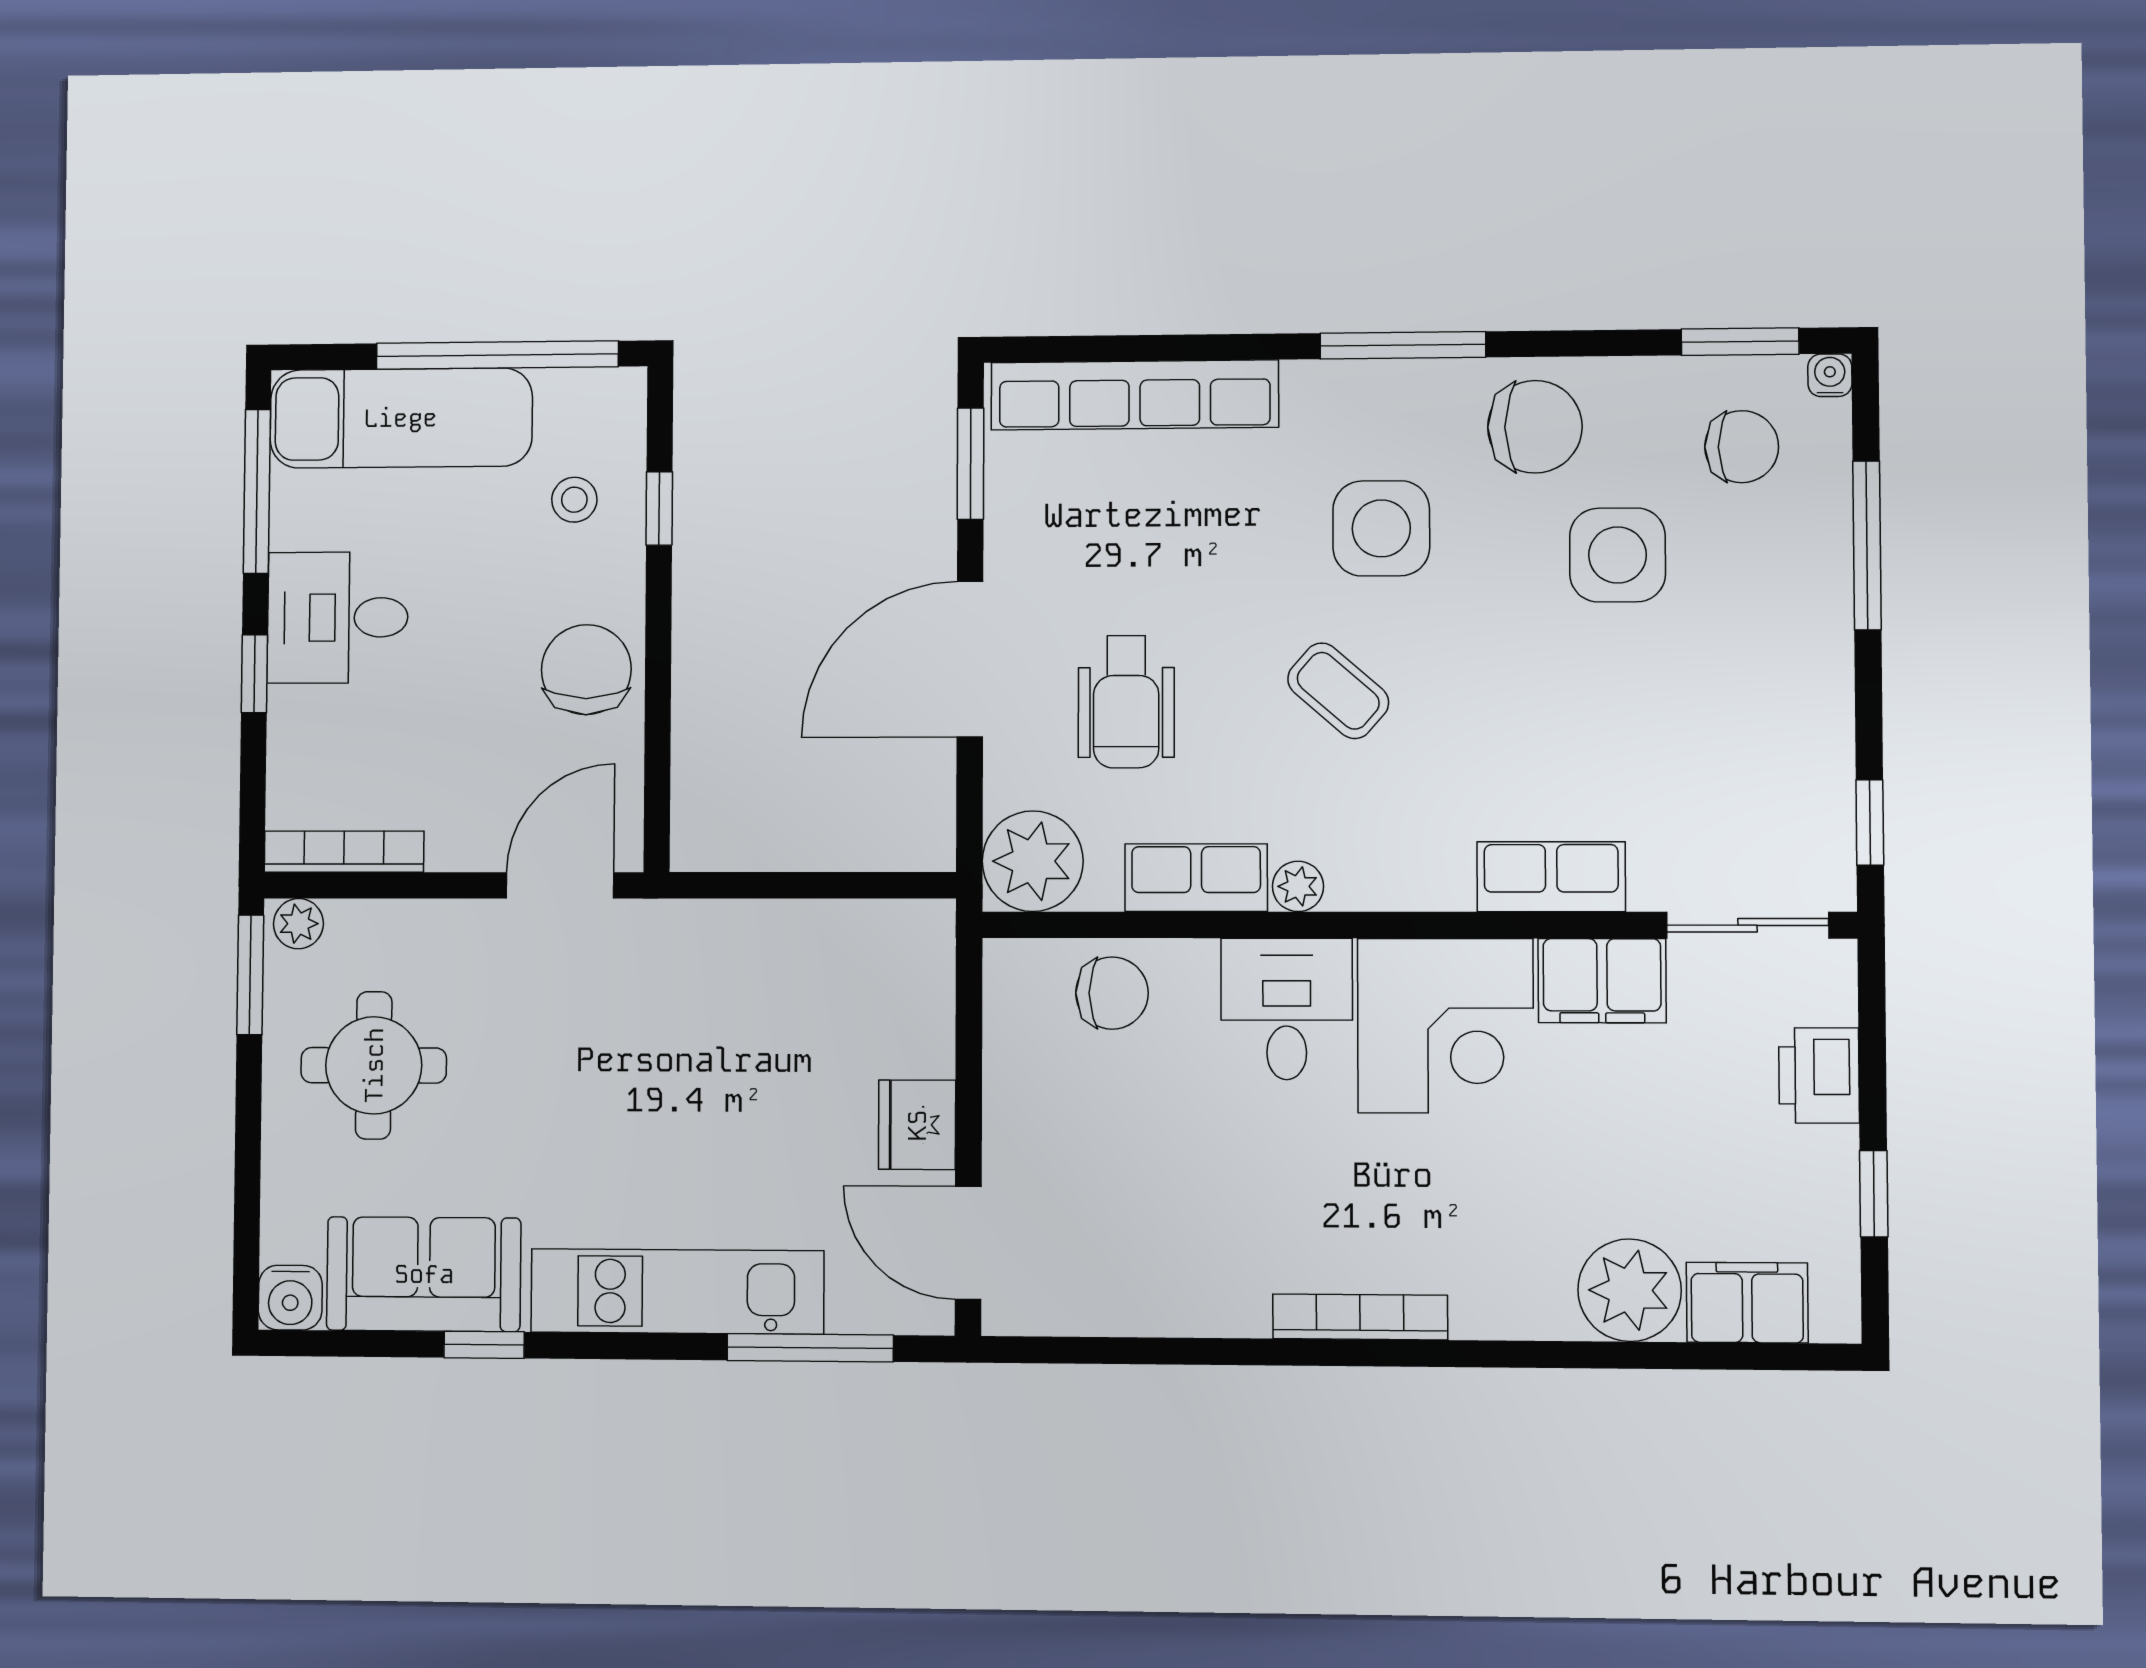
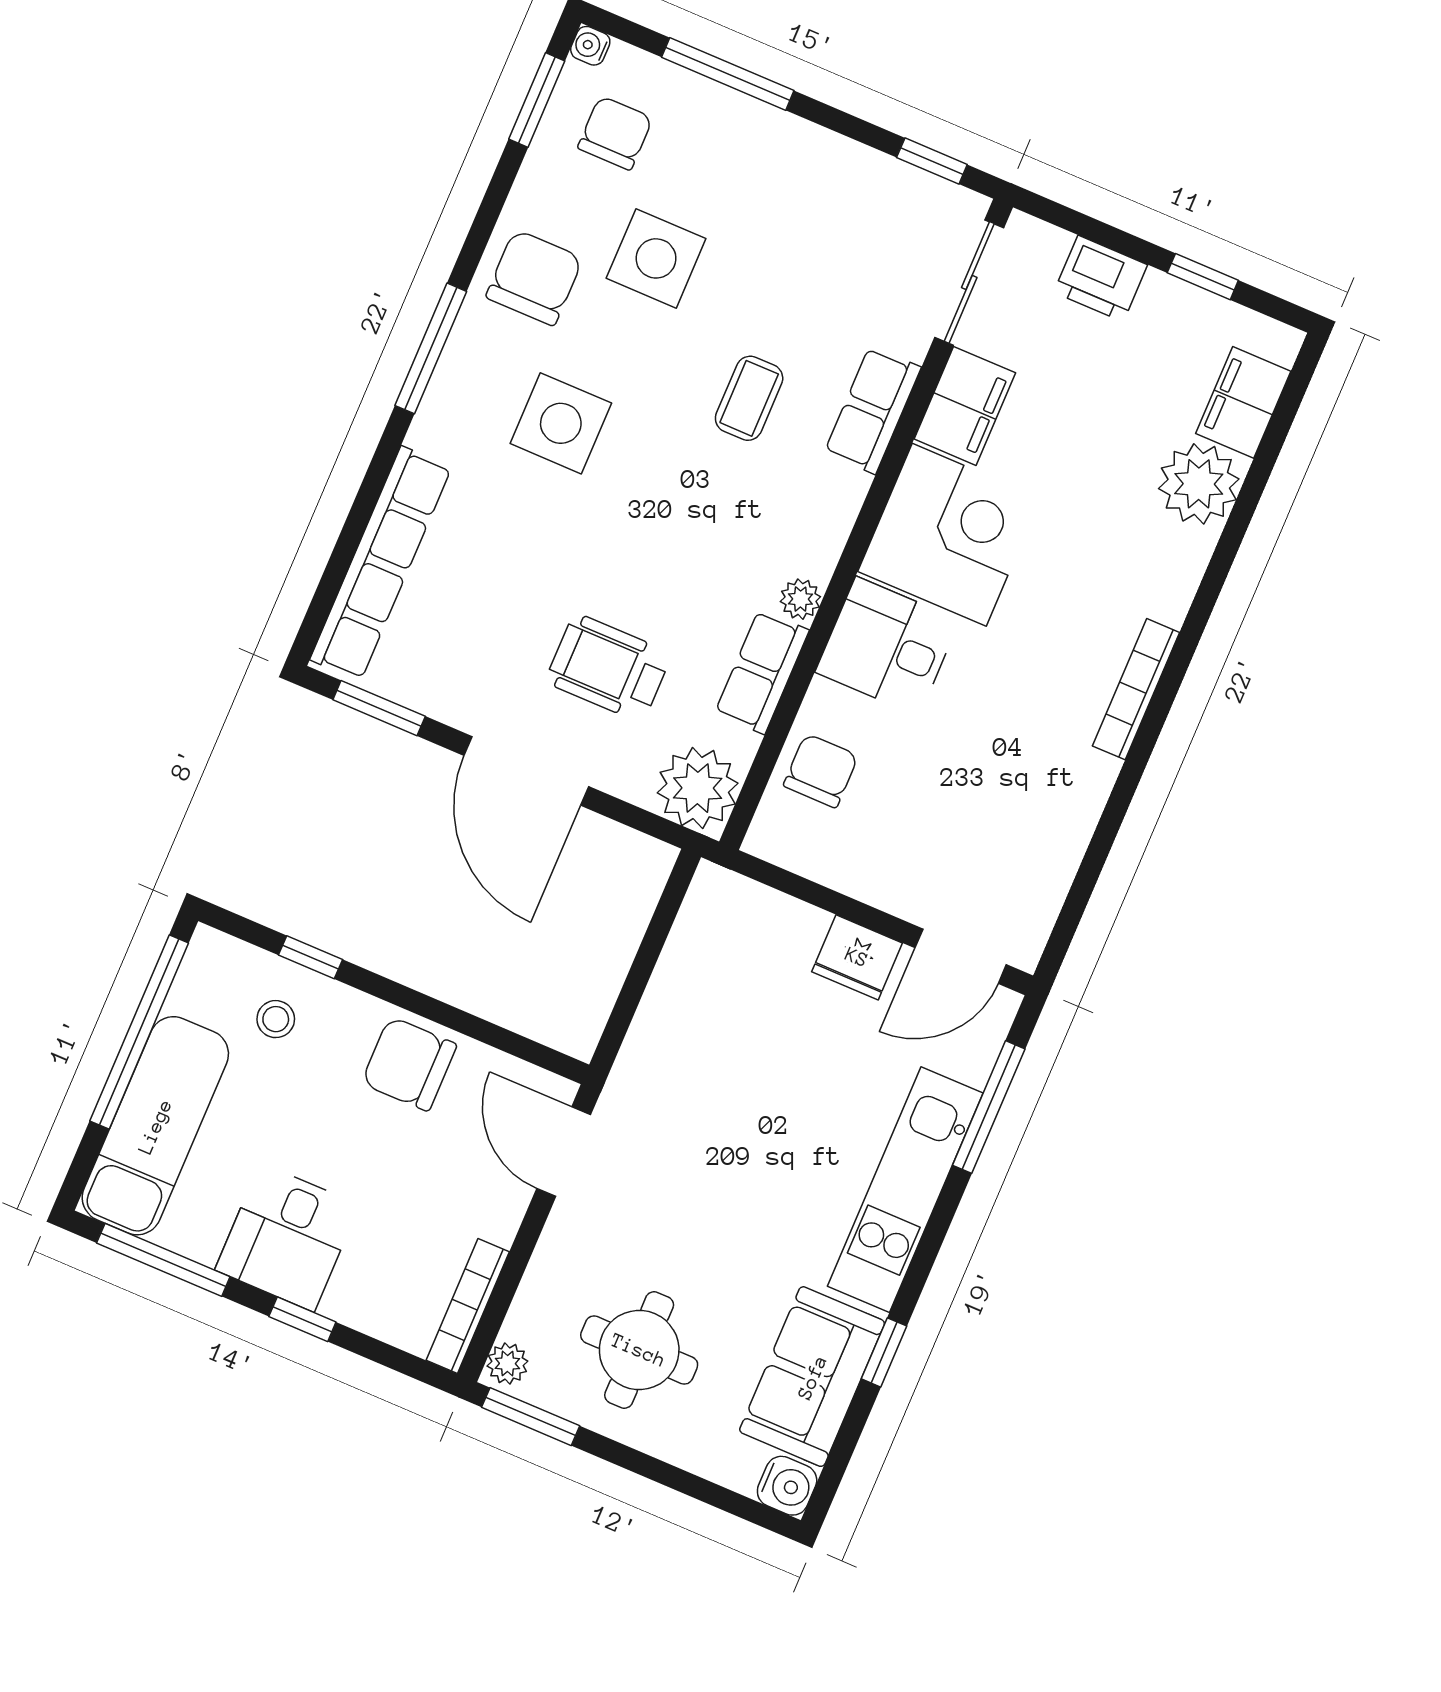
coffee table: (1338, 691) -> (749, 398), moved, turned -41
wheelchair: (1126, 702) -> (609, 668), turned 180

